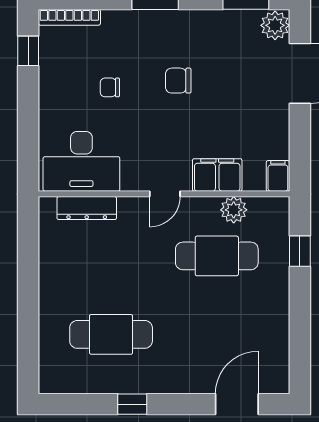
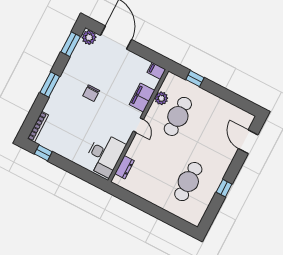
chair: (110, 87) -> (78, 125), removed
dresser: (87, 208) -> (125, 167), width x0.70

